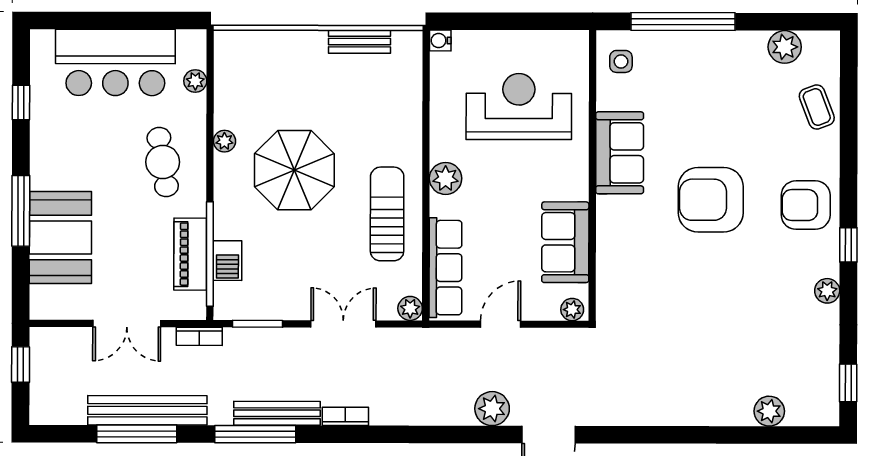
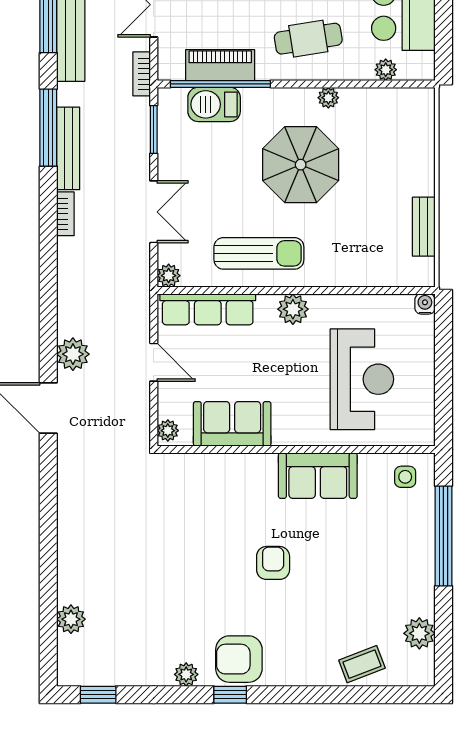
armchair: (711, 200) -> (273, 563), width x0.53, depth x0.53
armchair: (806, 205) -> (239, 659), moved, turned -90
barbecue: (228, 261) -> (214, 104), width x1.38, depth x1.27

